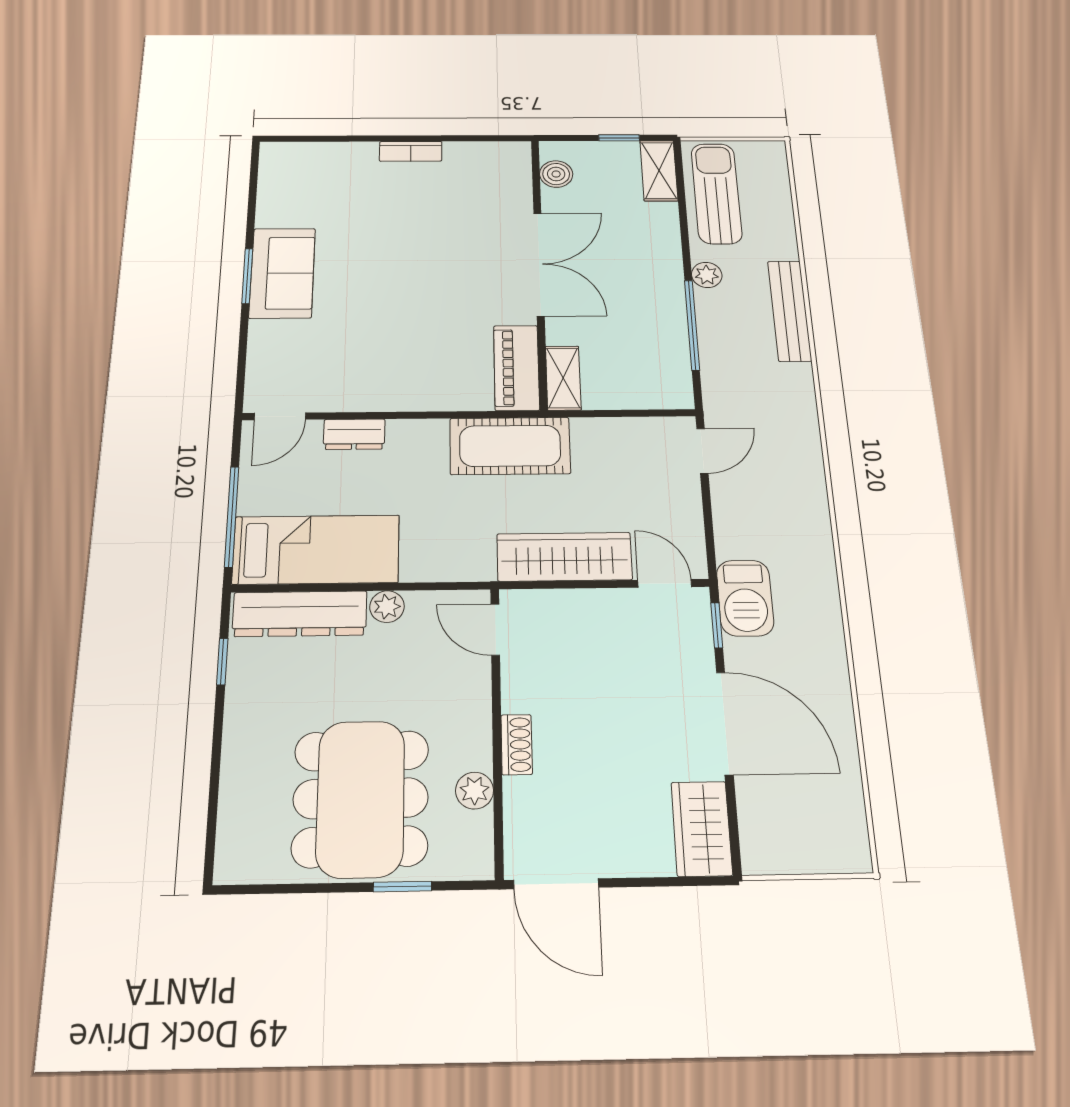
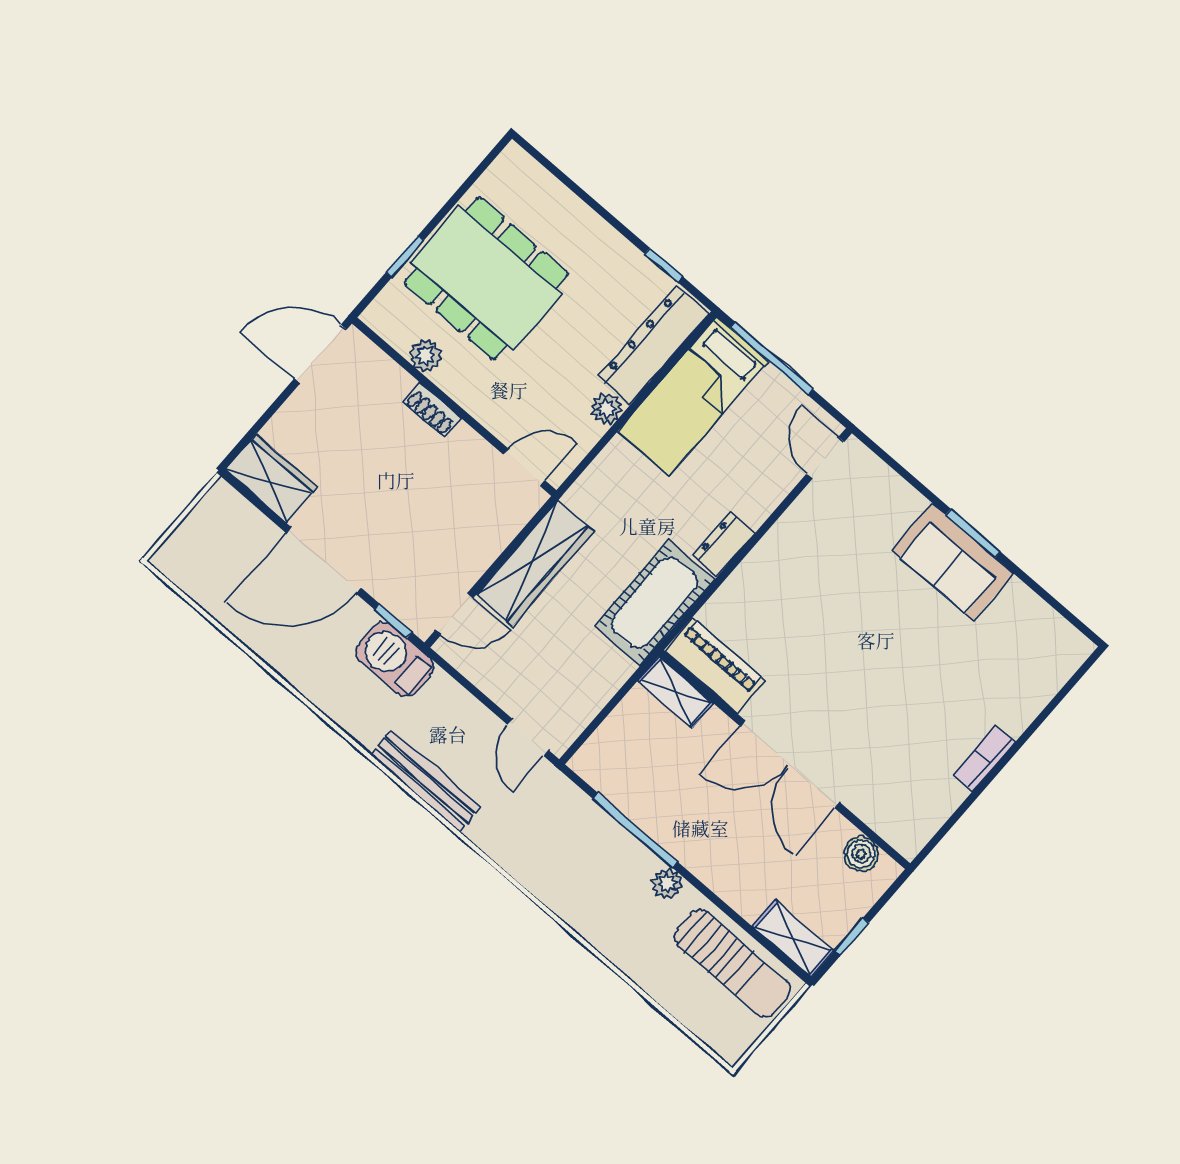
bench: (789, 311) -> (425, 781), moved
dresser: (354, 434) -> (724, 544), moved

